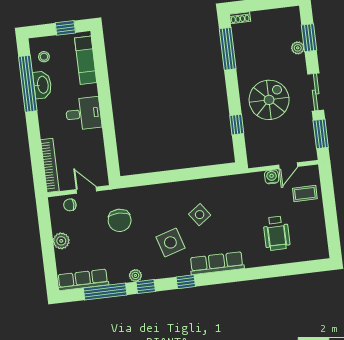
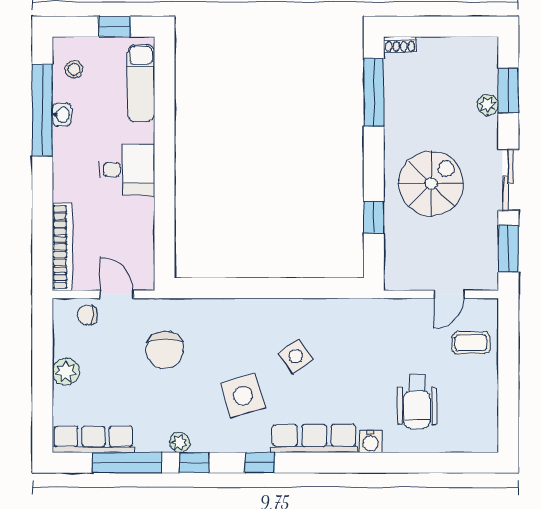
washbasin: (42, 85) -> (62, 115), width x0.52, depth x0.69
water cooler: (272, 177) -> (371, 442), moved, turned 180

